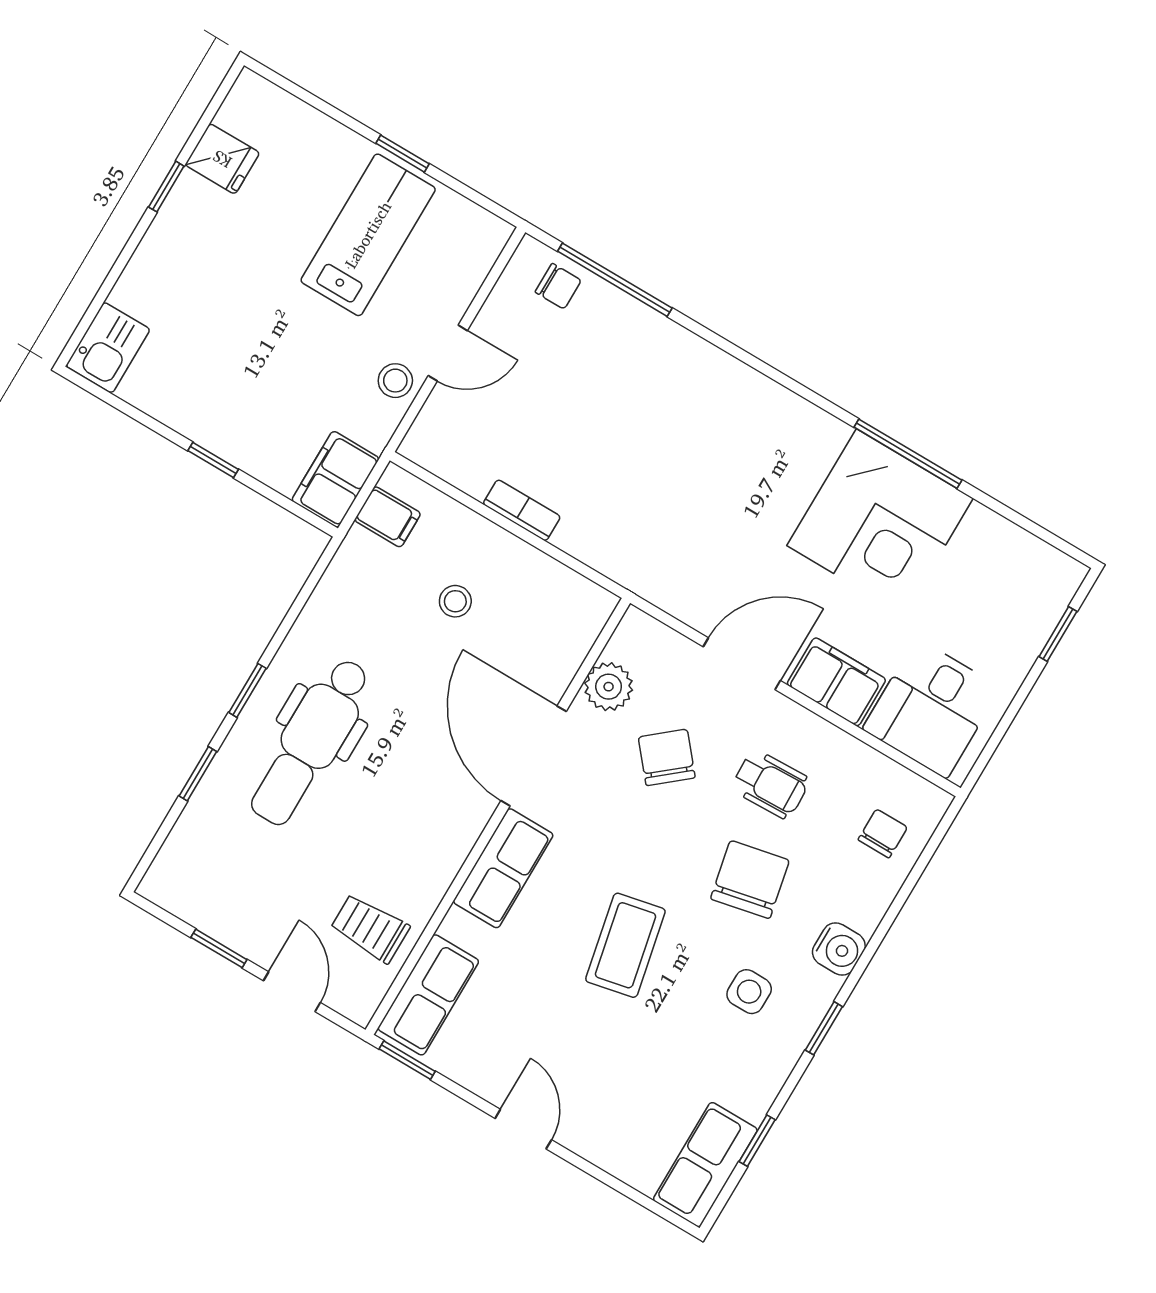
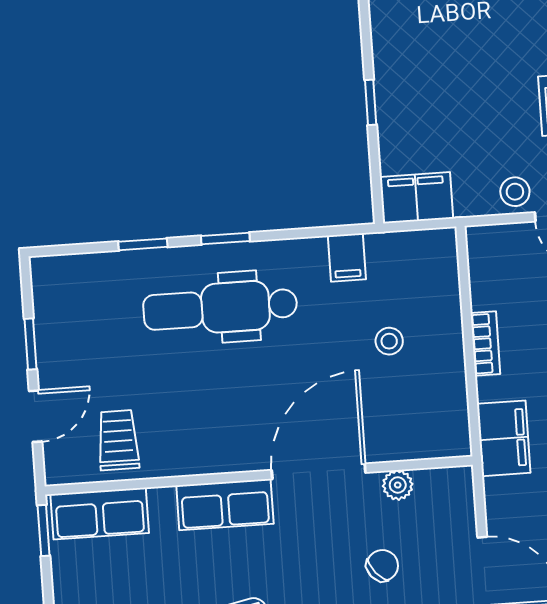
filing cabinet: (388, 517) -> (347, 257), moved
filing cabinet: (625, 556) -> (504, 438), added
plant: (609, 687) -> (398, 485), width x0.73, depth x0.73
chair: (667, 757) -> (382, 565), width x0.73, depth x0.73

